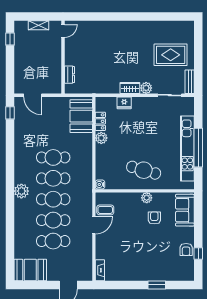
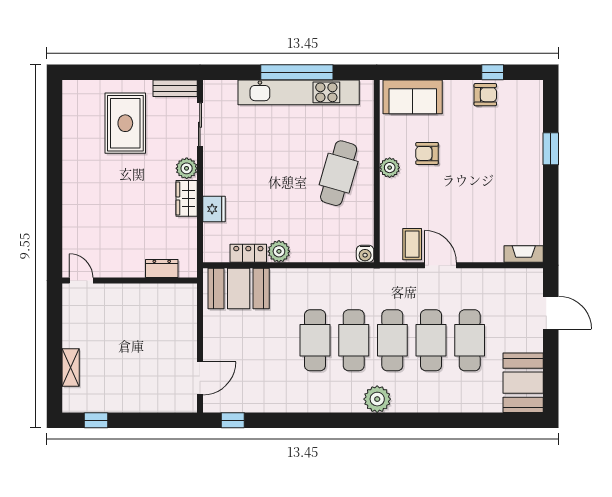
door: (63, 31) -> (81, 280), moved
wall: (63, 57) -> (130, 280), moved
dresser: (69, 75) -> (162, 268), moved

